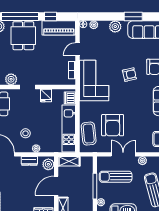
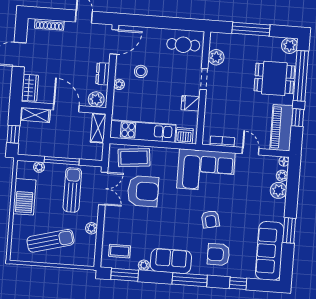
plant: (115, 27) -> (278, 190), moved
armchair: (113, 125) -> (143, 191), turned 180
double door: (123, 154) -> (103, 188), moved

